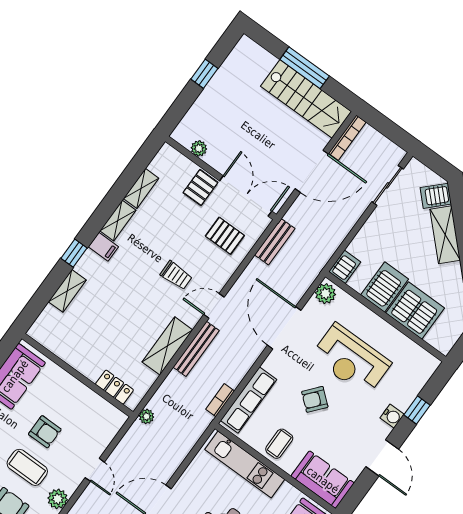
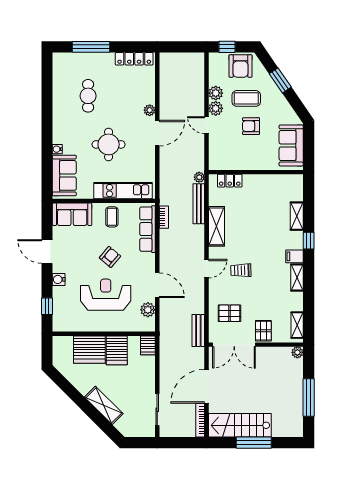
window: (204, 74) -> (309, 397), width x2.17
plant: (199, 148) -> (297, 352), moved
shelving: (141, 188) -> (297, 325), moved
server rack: (436, 196) -> (125, 424), removed
plant: (325, 294) -> (148, 310), moved
door: (284, 328) -> (157, 285), width x0.73
bench: (196, 349) -> (199, 204), moved
window: (417, 410) -> (47, 306), moved
plant: (70, 481) -> (216, 108), added

